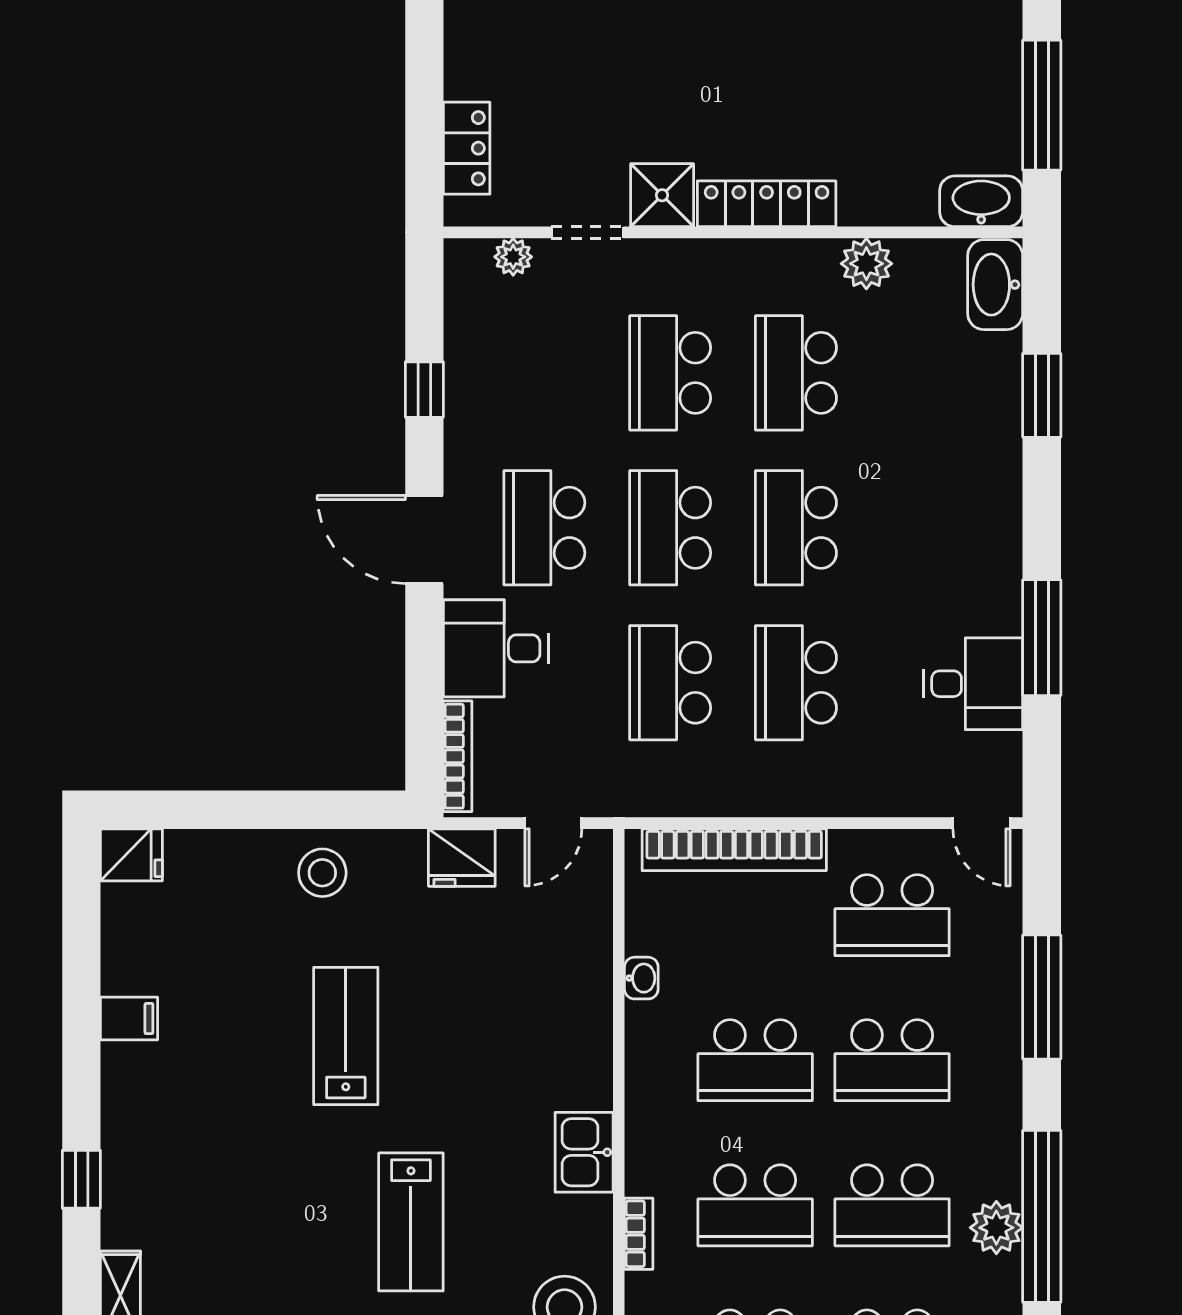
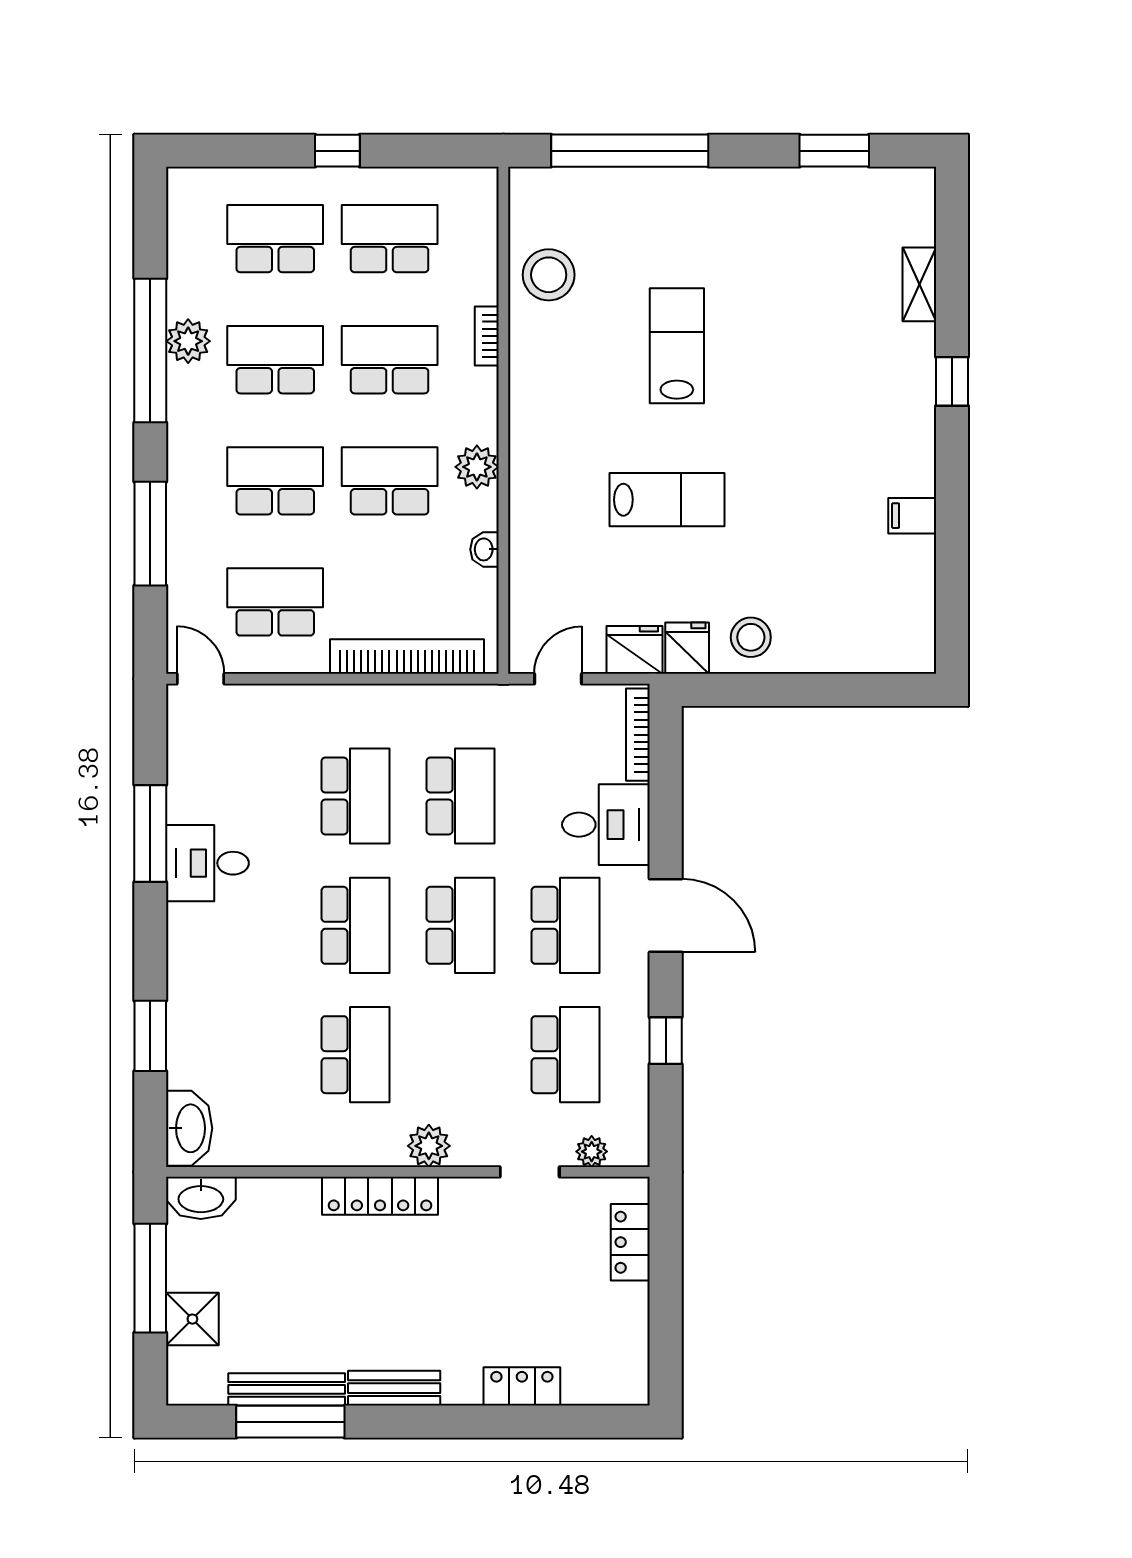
shower: (662, 195) -> (192, 1319), moved
plant: (866, 264) -> (429, 1146), moved
school desk: (670, 373) -> (565, 1055), moved
desk: (973, 684) -> (207, 863), moved
fridge: (131, 855) -> (687, 648), moved, turned 90
lab bench: (346, 1036) -> (667, 500), moved, turned -90
plant: (651, 1077) -> (477, 467), added
kitchen sink: (584, 1152) -> (532, 404), removed

